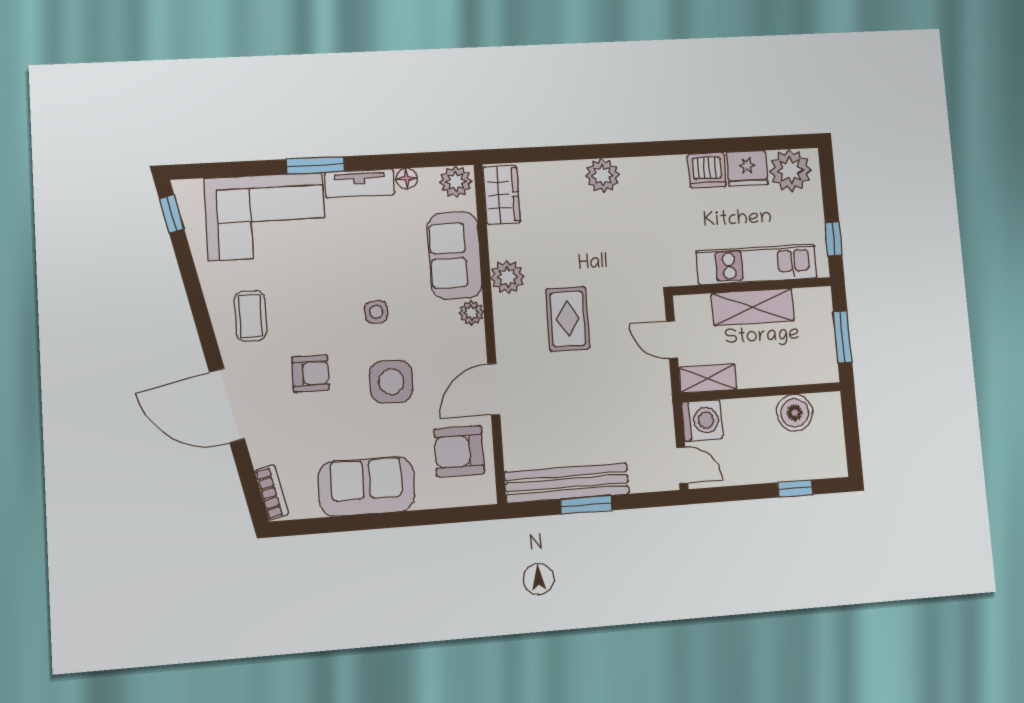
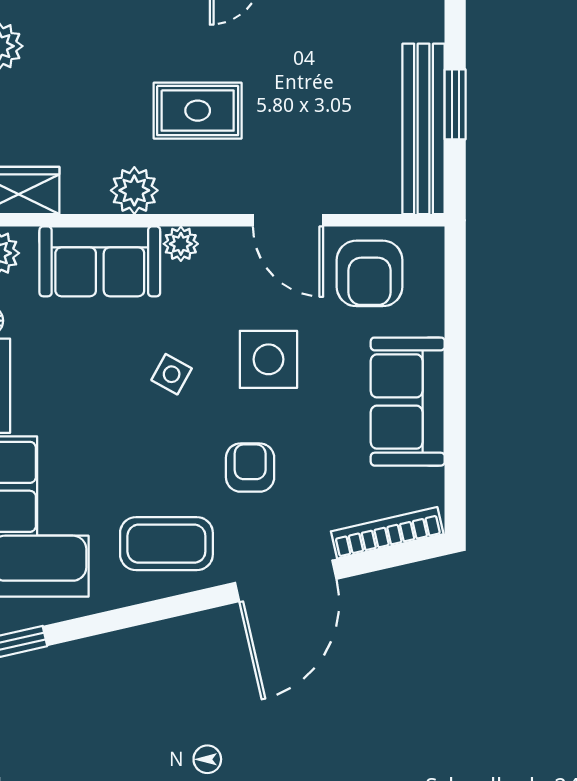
side table: (376, 312) -> (172, 374), turned 31
coffee table: (250, 316) -> (166, 544), width x1.36, depth x1.30
bookcase: (271, 493) -> (387, 533), width x1.56

